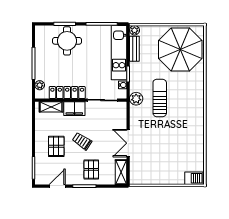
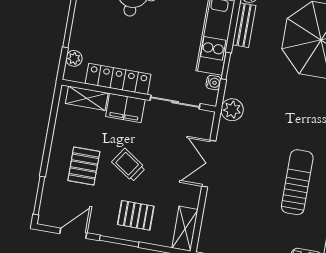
sun lounger: (160, 98) -> (297, 182), moved
double door: (128, 143) -> (209, 164), moved
pallet: (91, 169) -> (136, 215), turned 90

